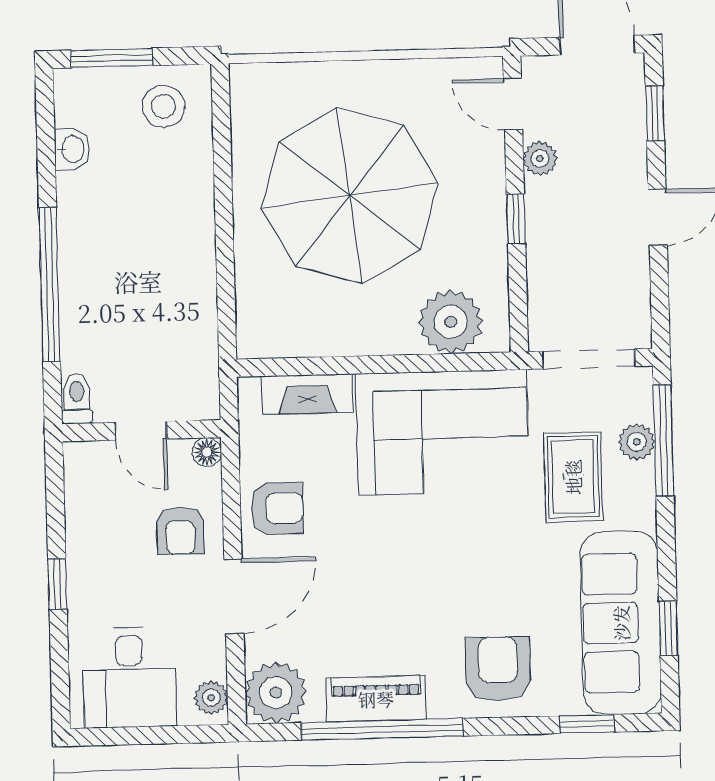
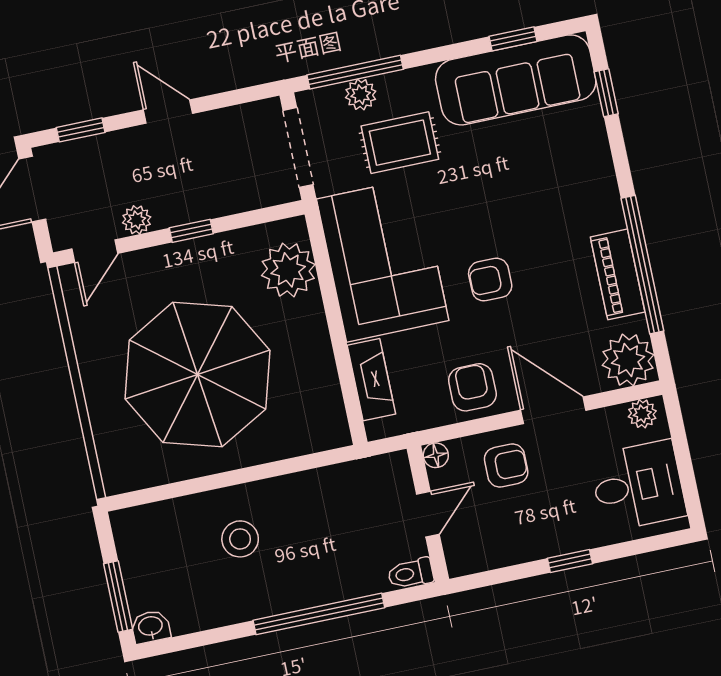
stool: (164, 106) -> (240, 539), moved
washbasin: (72, 149) -> (151, 627), moved
armchair: (498, 669) -> (490, 280), moved, width x0.72, depth x0.72

